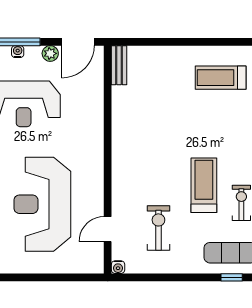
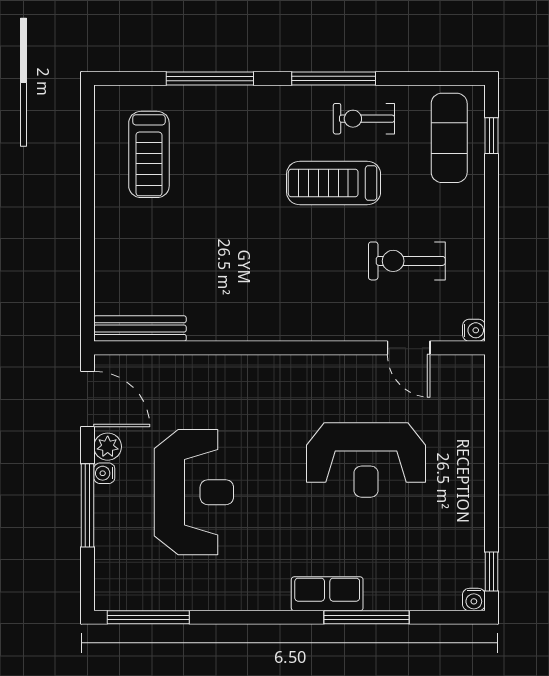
water cooler: (18, 52) -> (104, 473), moved
bench: (119, 65) -> (140, 329), width x1.36
reception desk: (42, 204) -> (366, 460), width x0.74, depth x0.77

